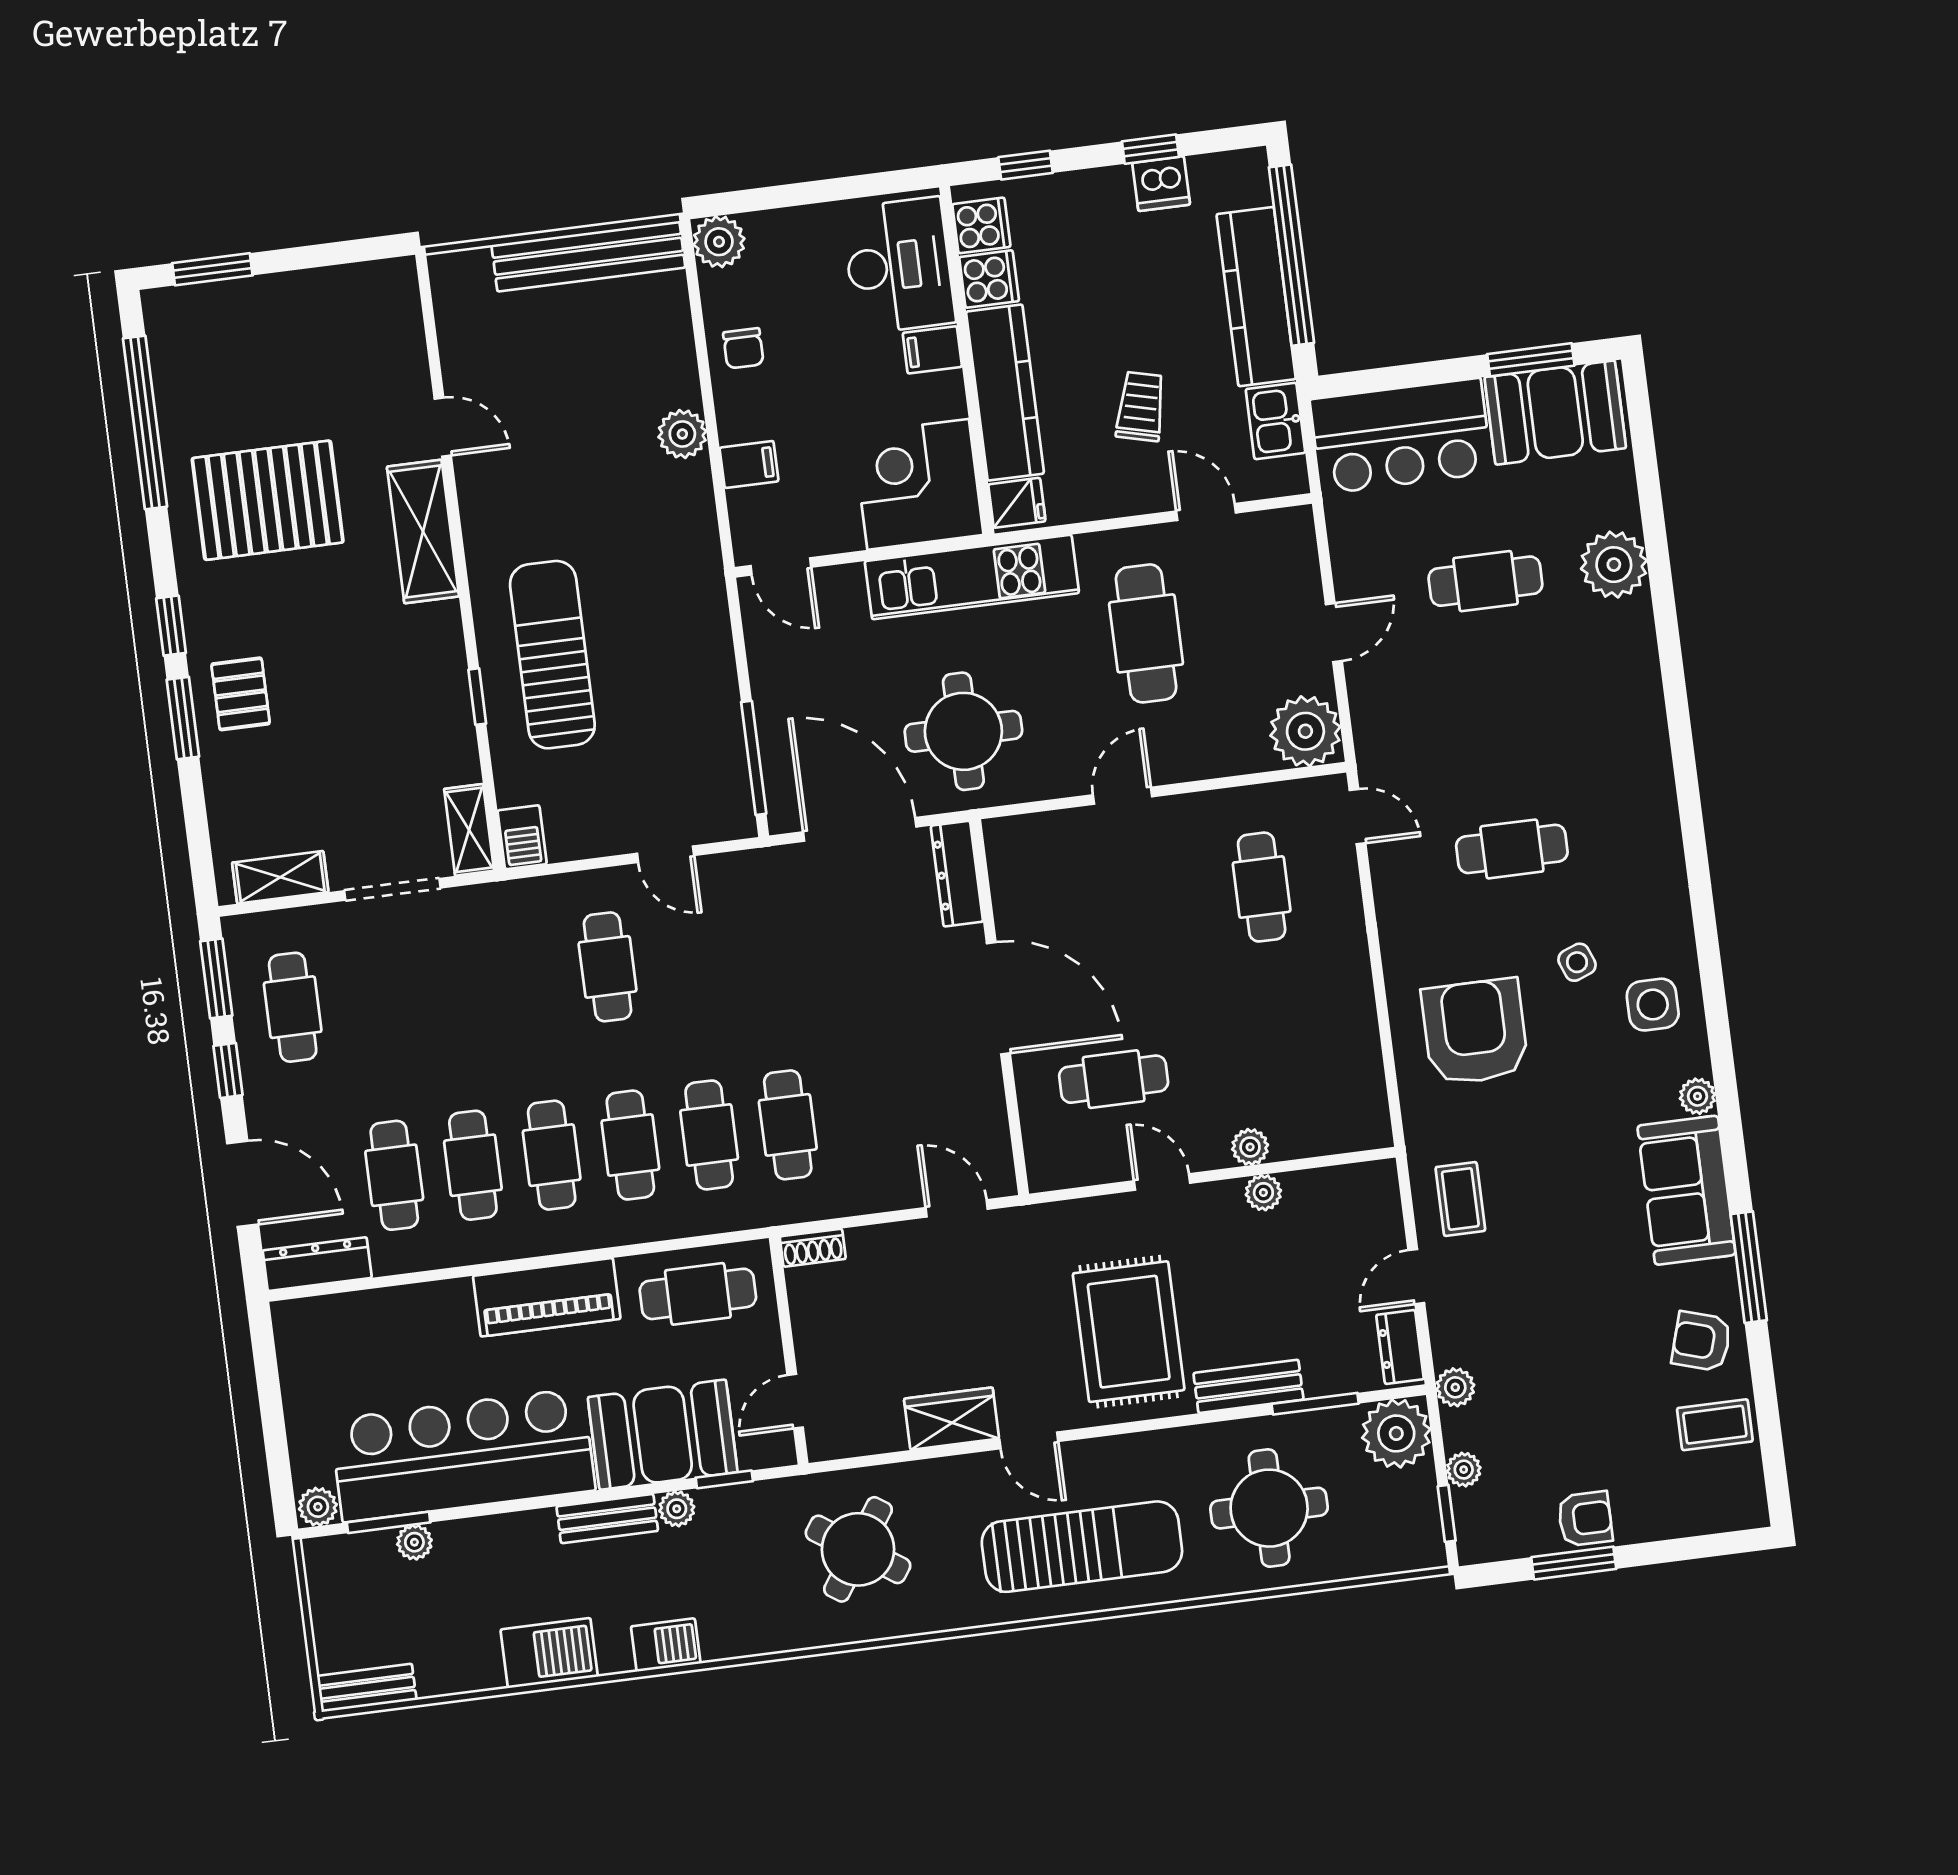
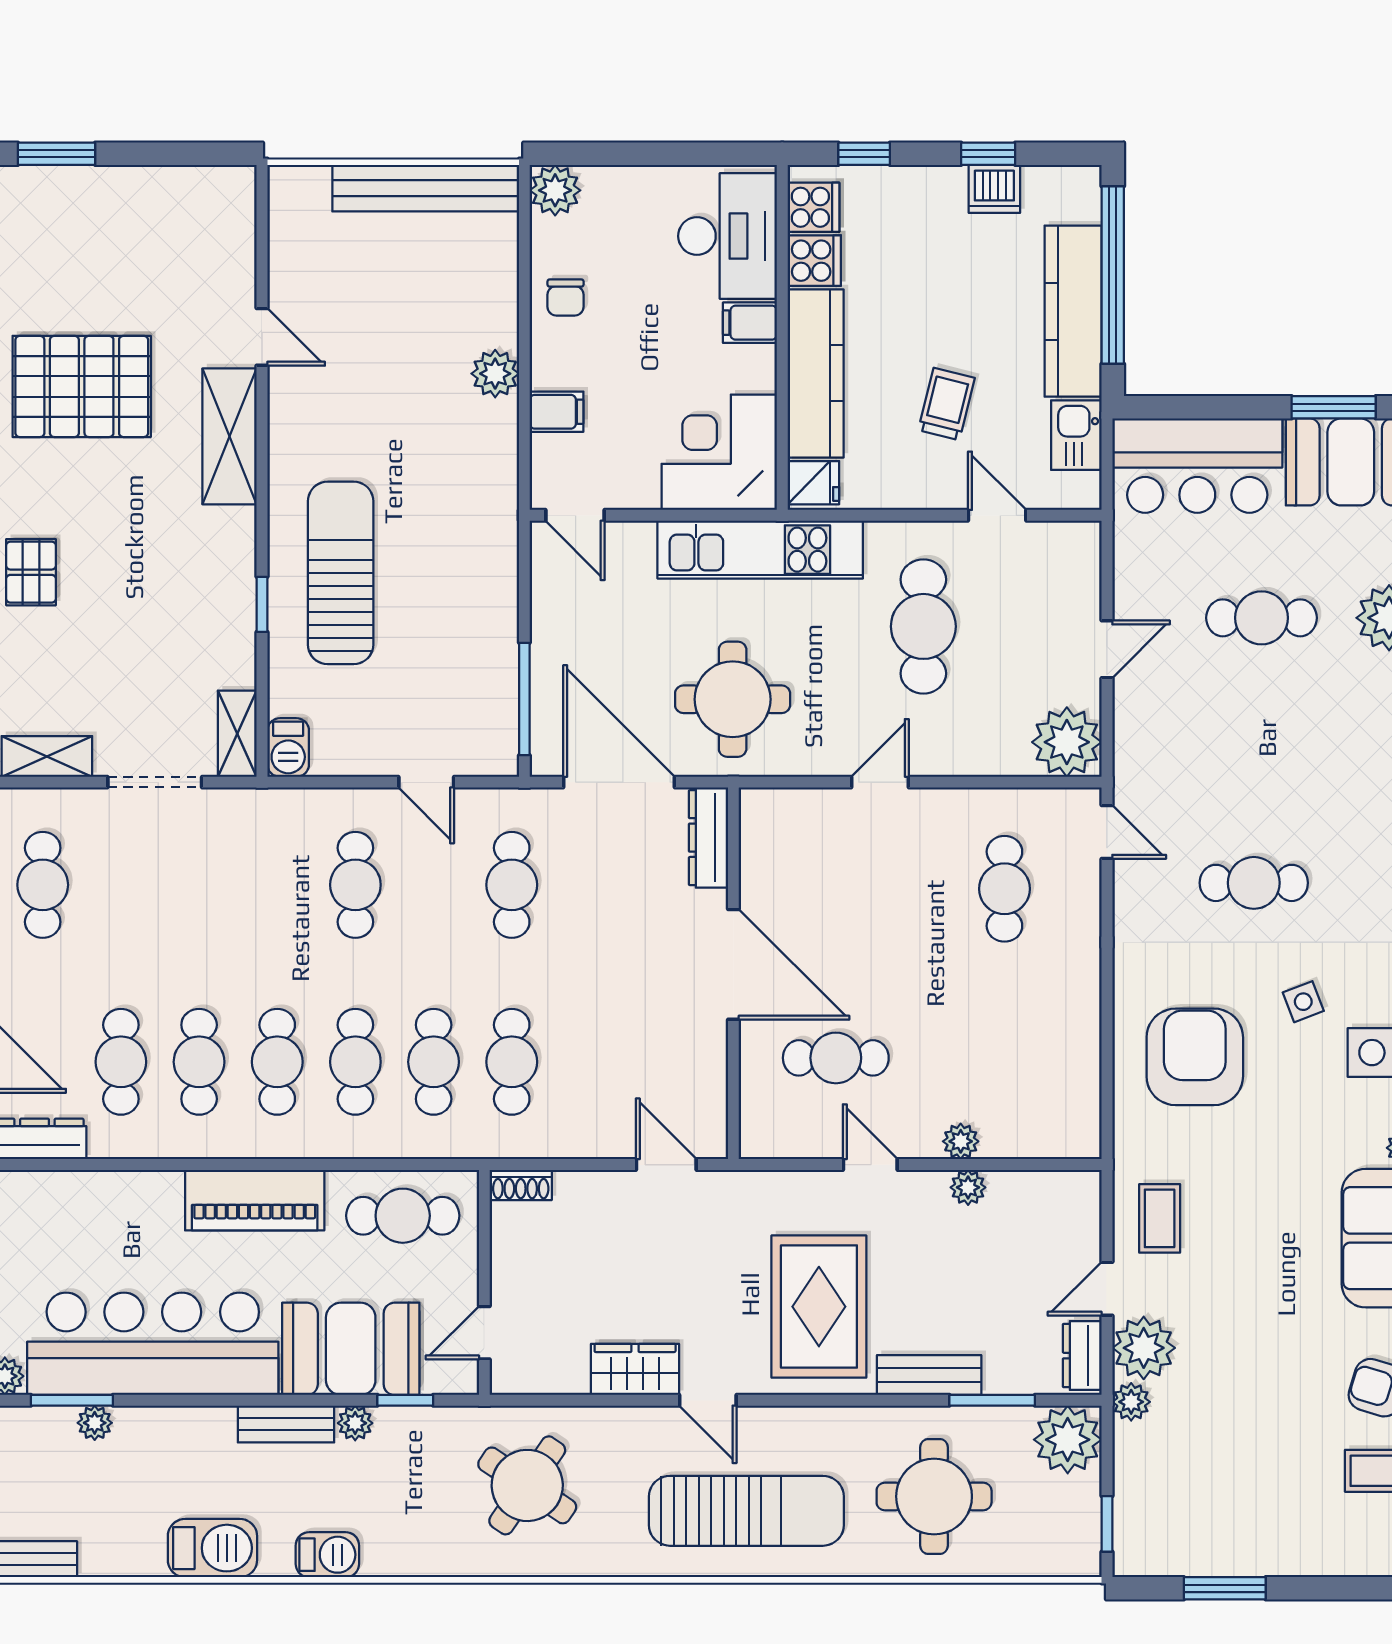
cafe table: (765, 947) -> (512, 885), added
plant: (1464, 1470) -> (1144, 1348), moved, width x1.88, depth x1.88
armchair: (1585, 1519) -> (1241, 1546), removed

